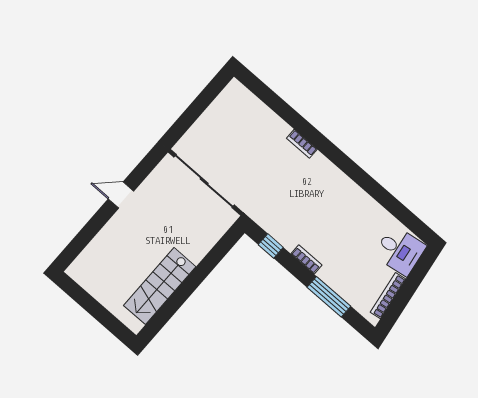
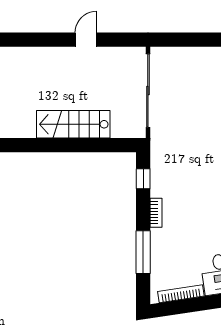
door: (121, 195) -> (86, 40), hinge flipped
stairs: (160, 286) -> (73, 124), moved

